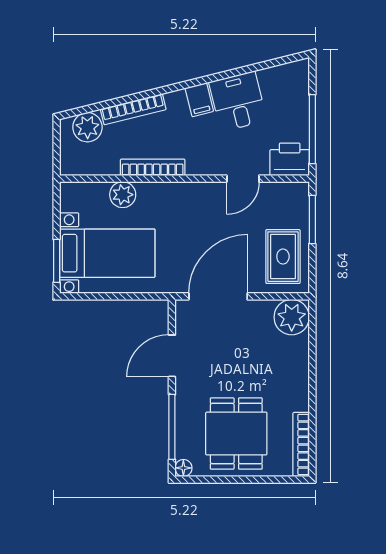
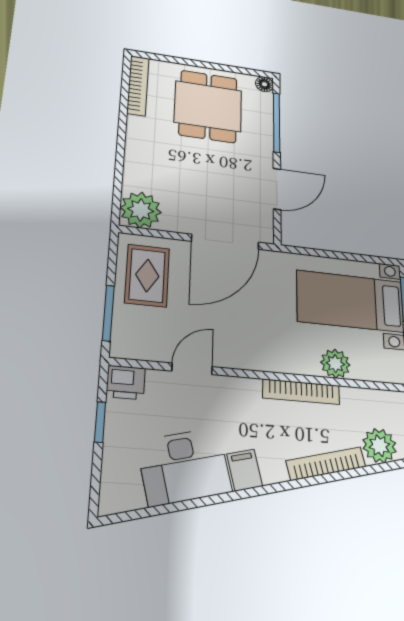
desk: (238, 101) -> (184, 467), width x1.37
window: (312, 129) -> (100, 422), width x0.46
printer: (290, 159) -> (126, 382), width x0.73, depth x0.81

